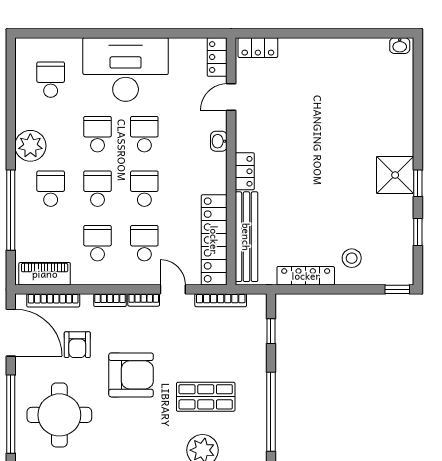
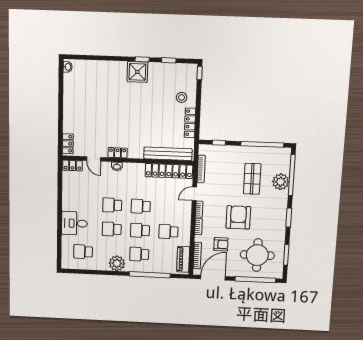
desk: (126, 70) -> (74, 223), width x0.53, depth x0.77
locker: (245, 171) -> (118, 153), moved
school desk: (144, 243) -> (169, 208), removed

